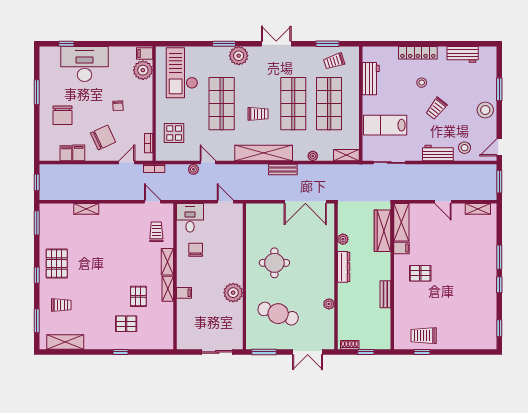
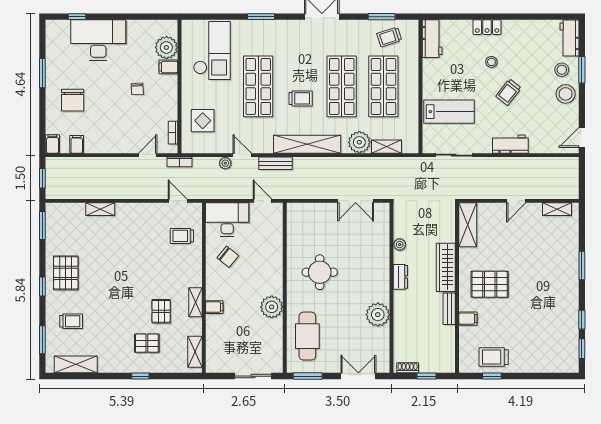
locker: (418, 53) -> (487, 27), width x0.66
filing cabinet: (145, 54) -> (168, 67), moved
workbench: (463, 54) -> (569, 38), moved, turned 90
plant: (239, 56) -> (278, 31), removed
checkout: (182, 73) -> (212, 50), turned 180
workbench: (371, 79) -> (432, 39), moved
lab bench: (385, 125) -> (449, 112), turned 180
chair: (103, 138) -> (120, 126), removed
stool: (465, 148) -> (562, 70), moved
filing cabinet: (79, 153) -> (52, 144), moved
shelving: (346, 155) -> (386, 147), moved
plant: (313, 156) -> (359, 142), width x1.87, depth x1.87
bench: (283, 170) -> (275, 163), moved
window: (499, 182) -> (582, 178), removed
double door: (305, 202) -> (356, 201), width x0.73
door: (443, 202) -> (516, 201), hinge flipped
desk: (190, 218) -> (227, 220), width x1.37
wardrobe: (383, 231) -> (446, 267), moved
trolley: (156, 232) -> (182, 236), turned -90
filing cabinet: (402, 248) -> (468, 319), moved
chair: (196, 250) -> (228, 257), turned 129
shelving: (167, 262) -> (195, 352), moved
dresser: (344, 267) -> (400, 277), width x0.70
pallet: (420, 273) -> (490, 284), width x1.50, depth x1.42
window: (499, 285) -> (582, 320), moved
plant: (329, 304) -> (378, 315), width x1.87, depth x1.87
cafe table: (278, 314) -> (307, 336), moved, turned 71
double door: (308, 352) -> (358, 376), swing flipped

